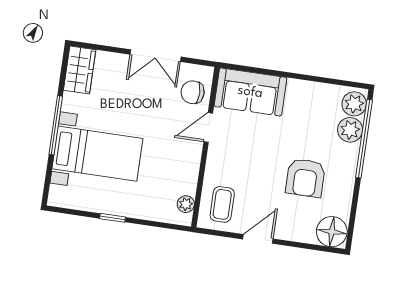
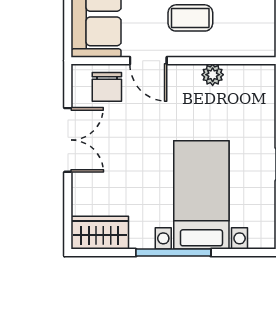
plant: (186, 204) -> (213, 75), moved
coffee table: (222, 204) -> (190, 18), moved

